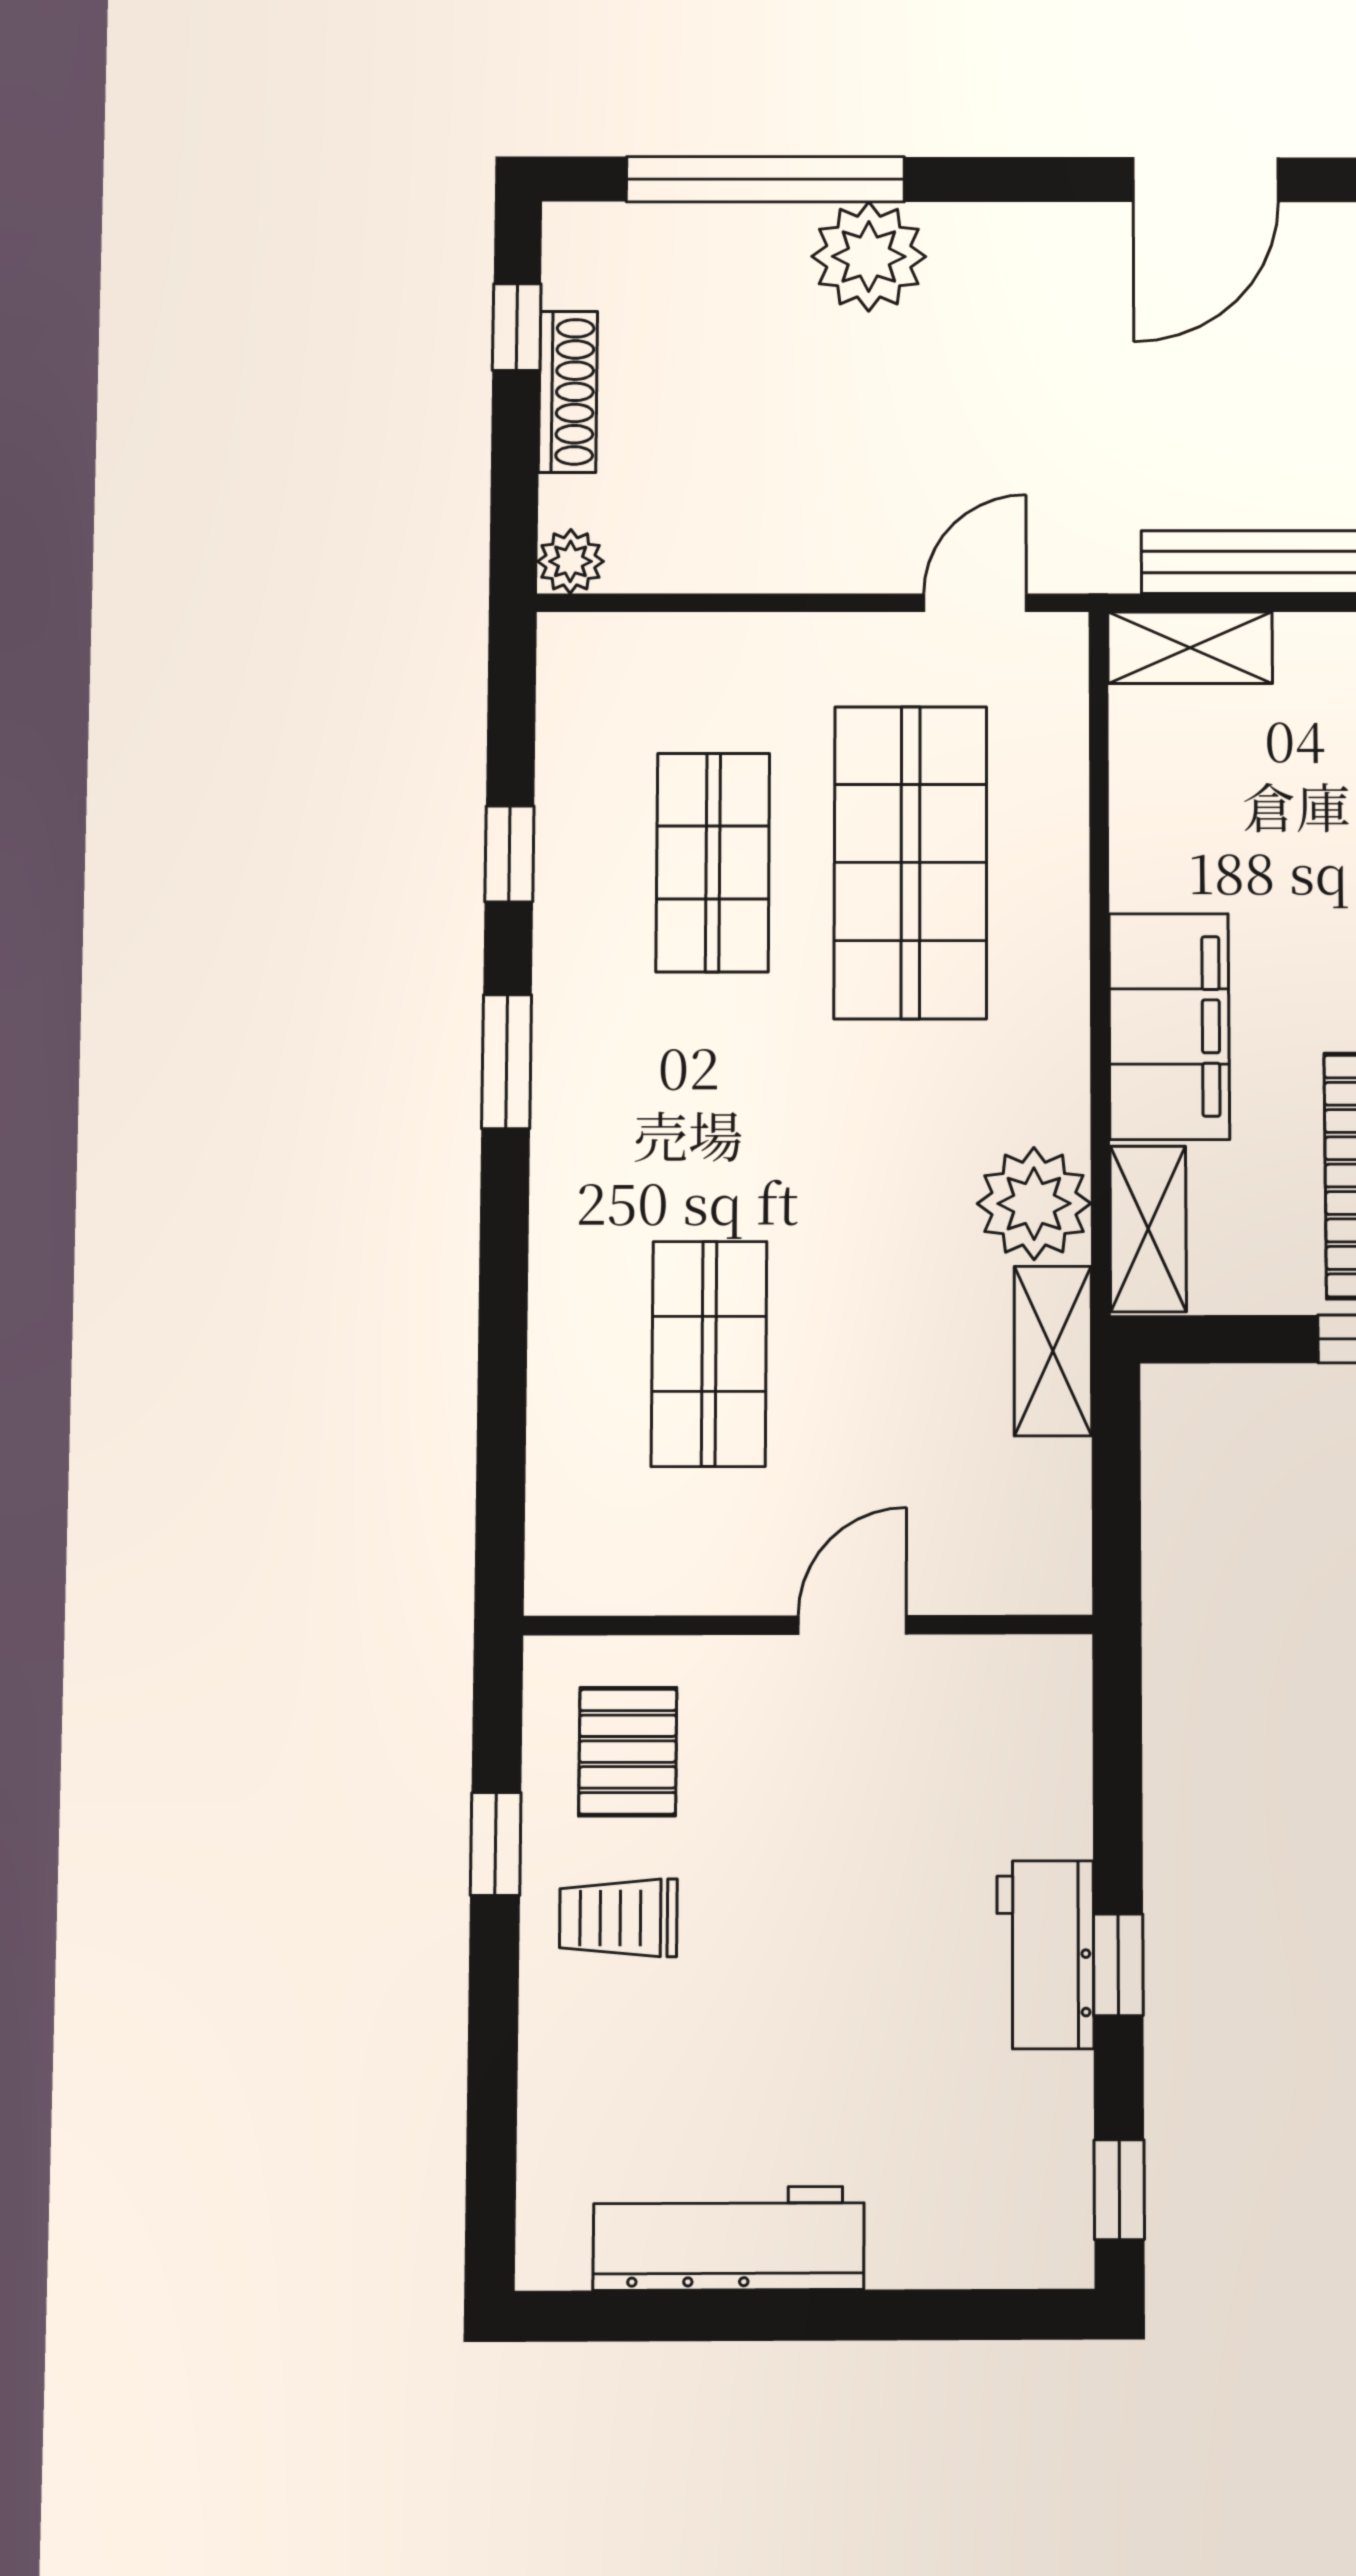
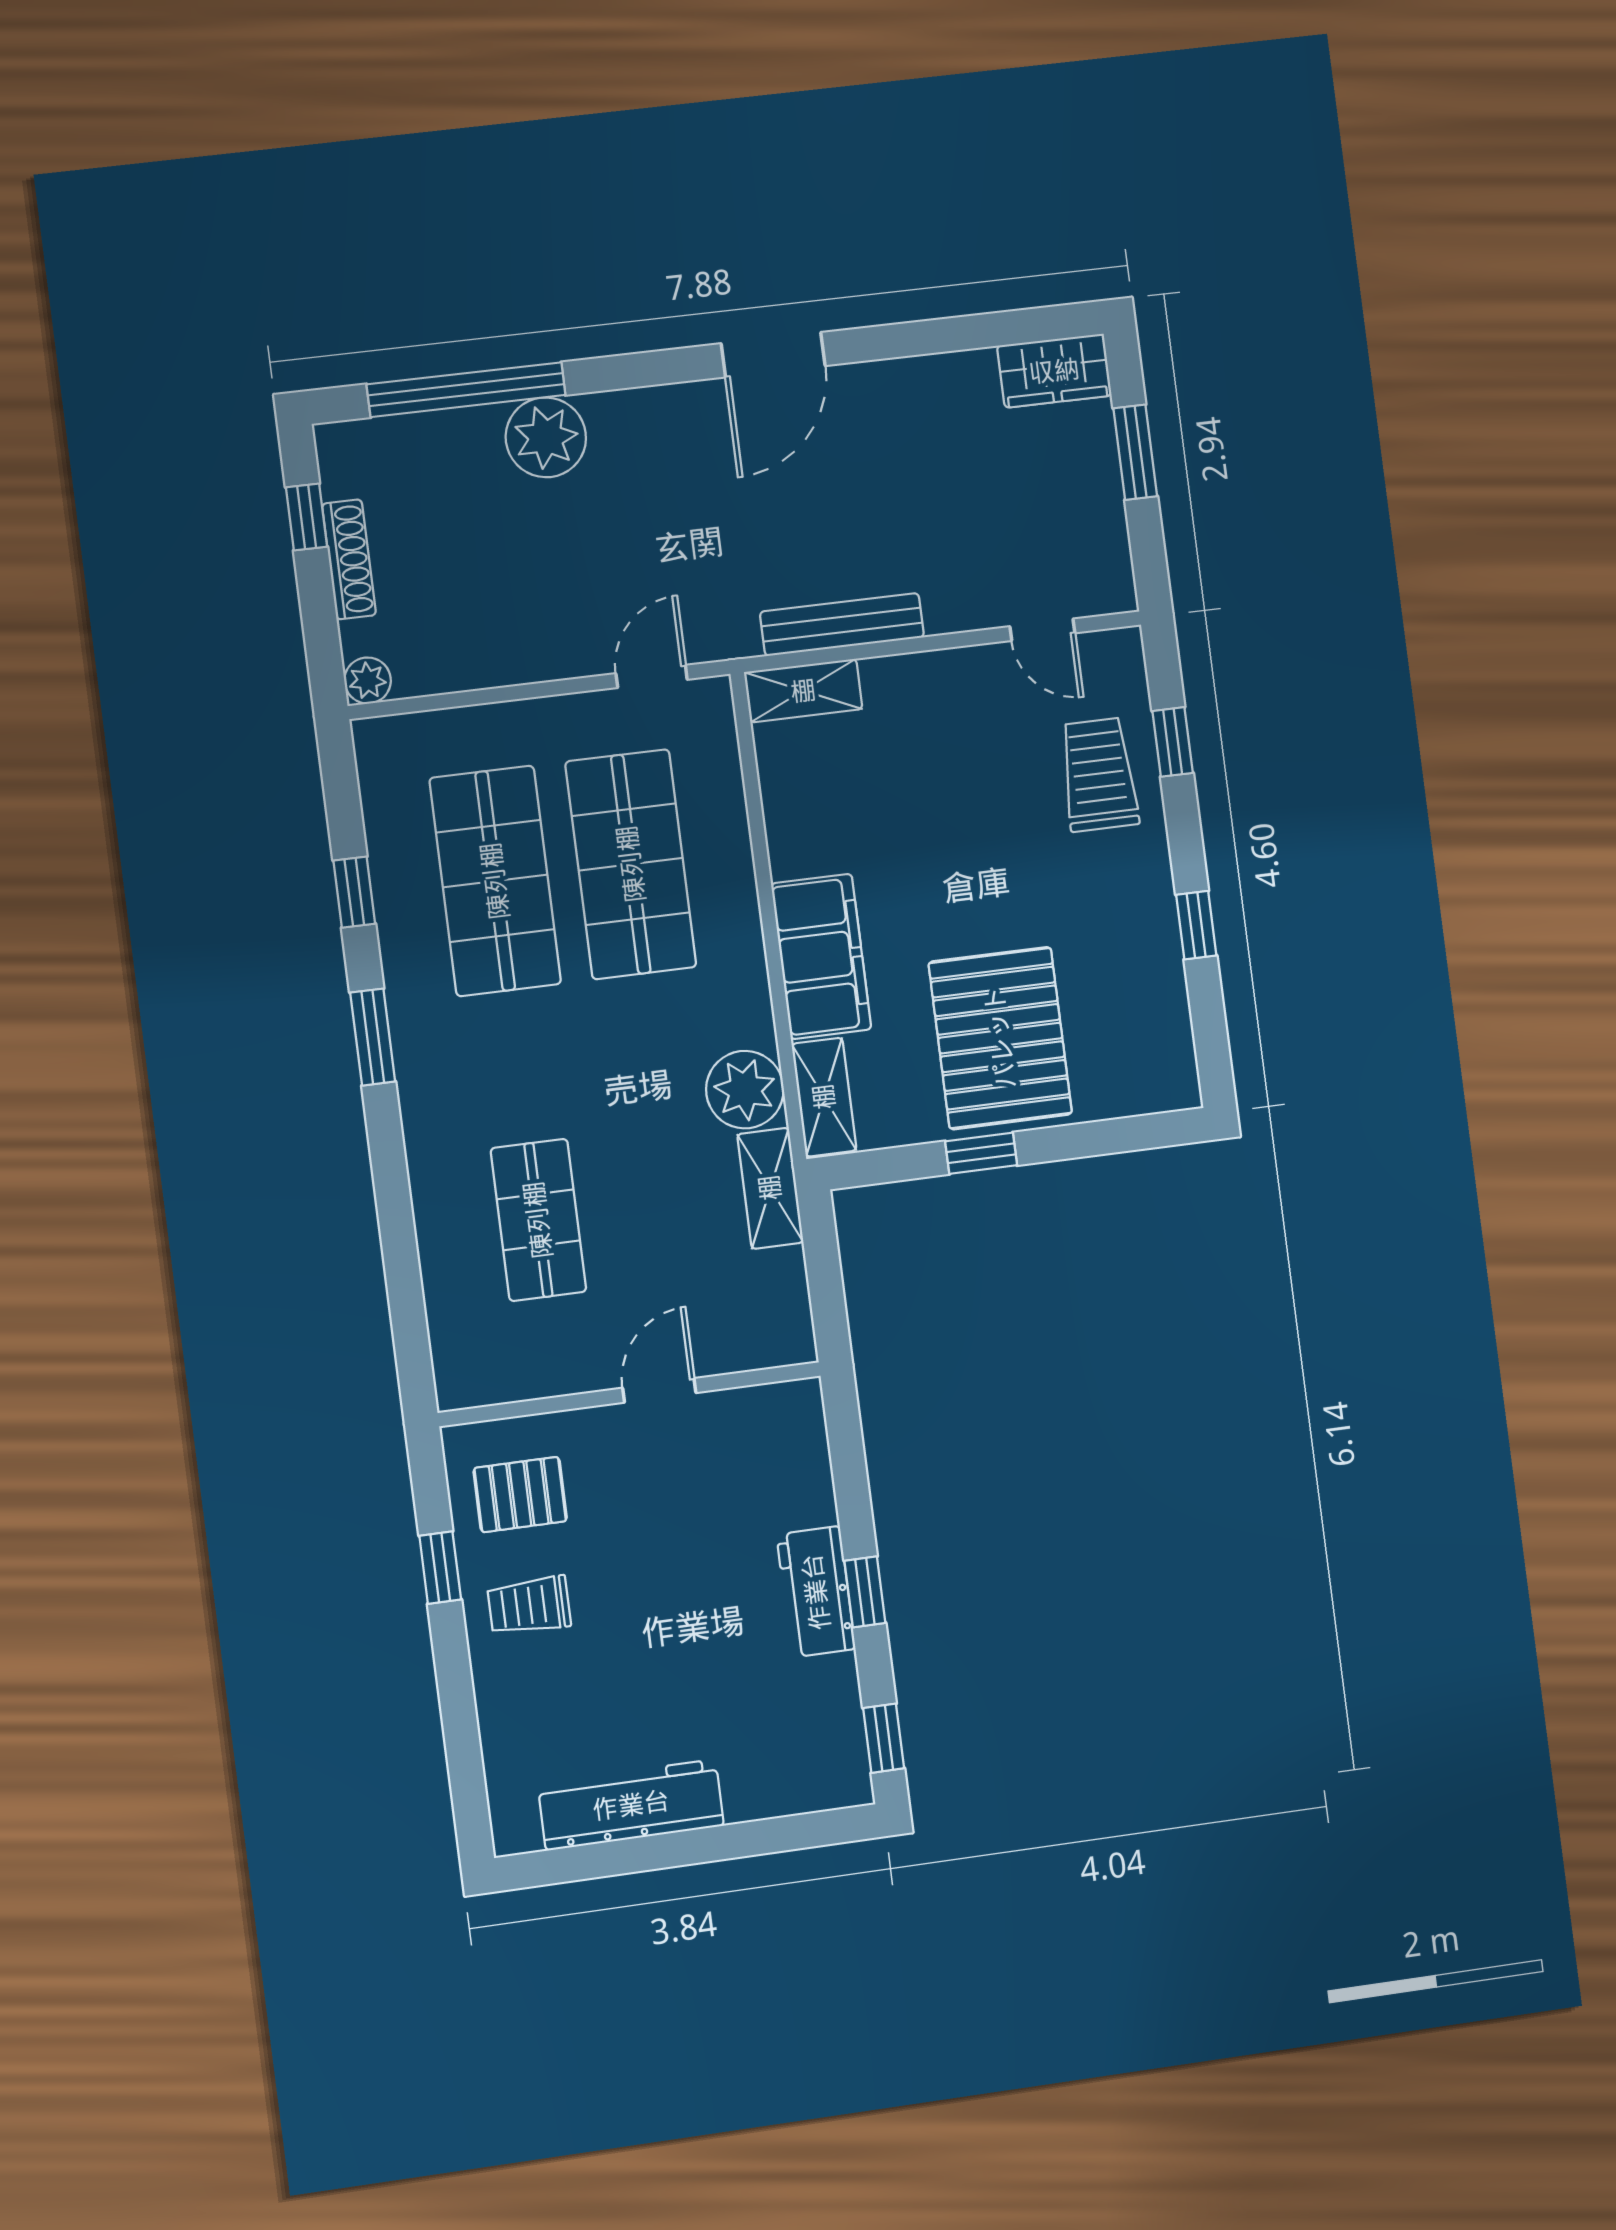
shop shelf: (713, 862) -> (495, 881), width x1.43, depth x1.36
pallet: (628, 1752) -> (520, 1495), turned 90

